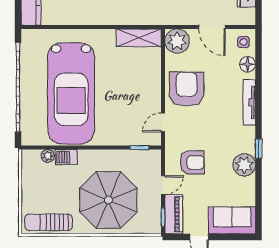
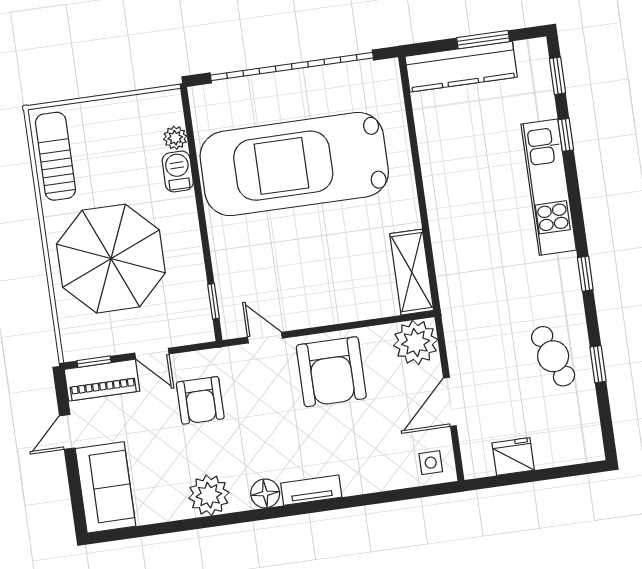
floor lamp: (248, 64) -> (265, 493), moved
armchair: (187, 89) -> (331, 372), turned 90
tv unit: (249, 102) -> (311, 490), width x0.71
window: (259, 149) -> (242, 517), removed

